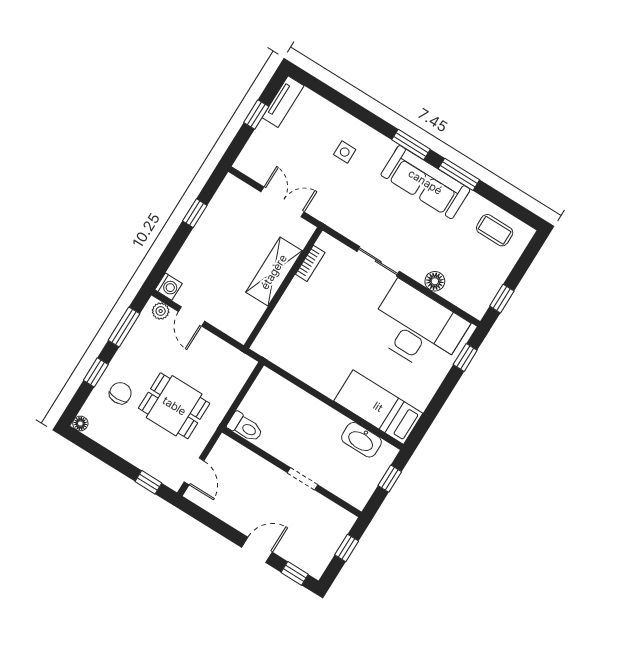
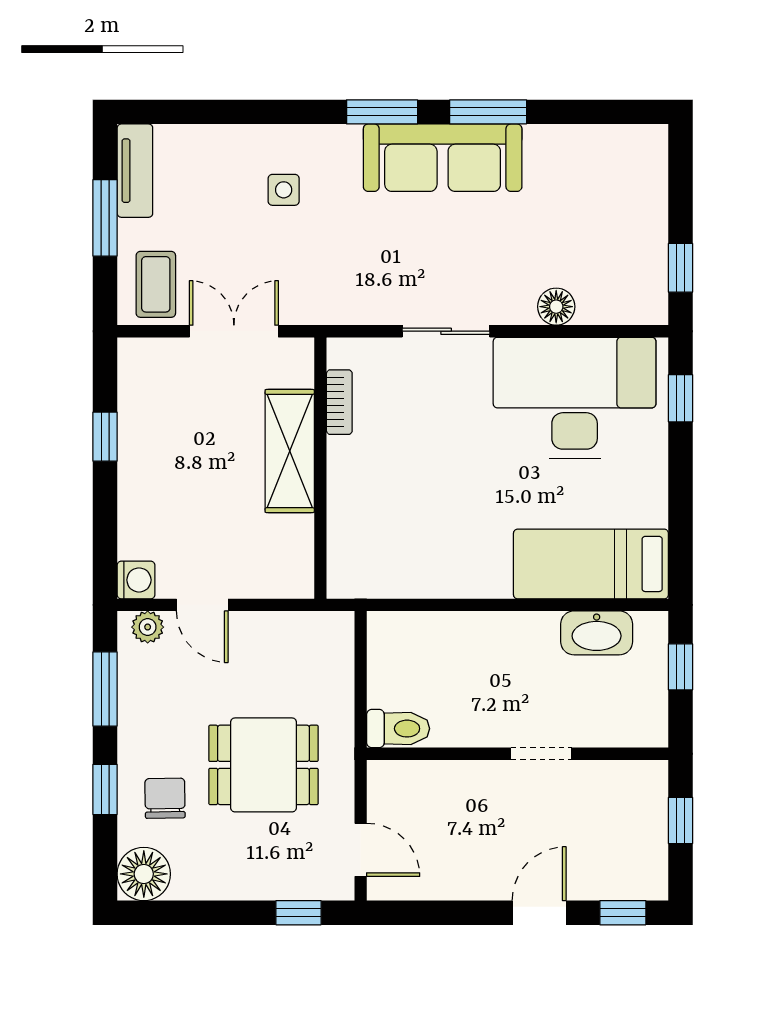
window: (256, 114) -> (105, 218), width x1.50
coffee table: (495, 230) -> (156, 284), moved, turned 90
floor lamp: (80, 423) -> (144, 874), width x1.89, depth x1.89

